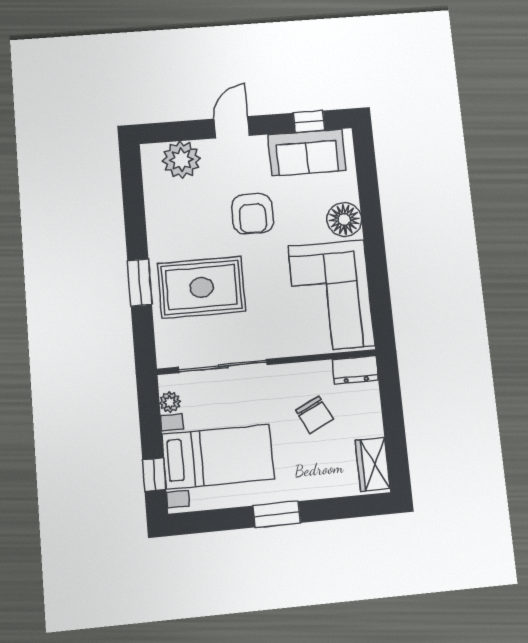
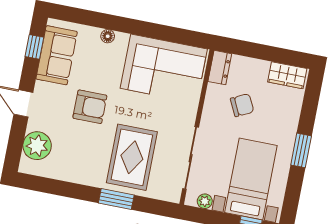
floor lamp: (344, 219) -> (108, 36), width x0.53, depth x0.53

